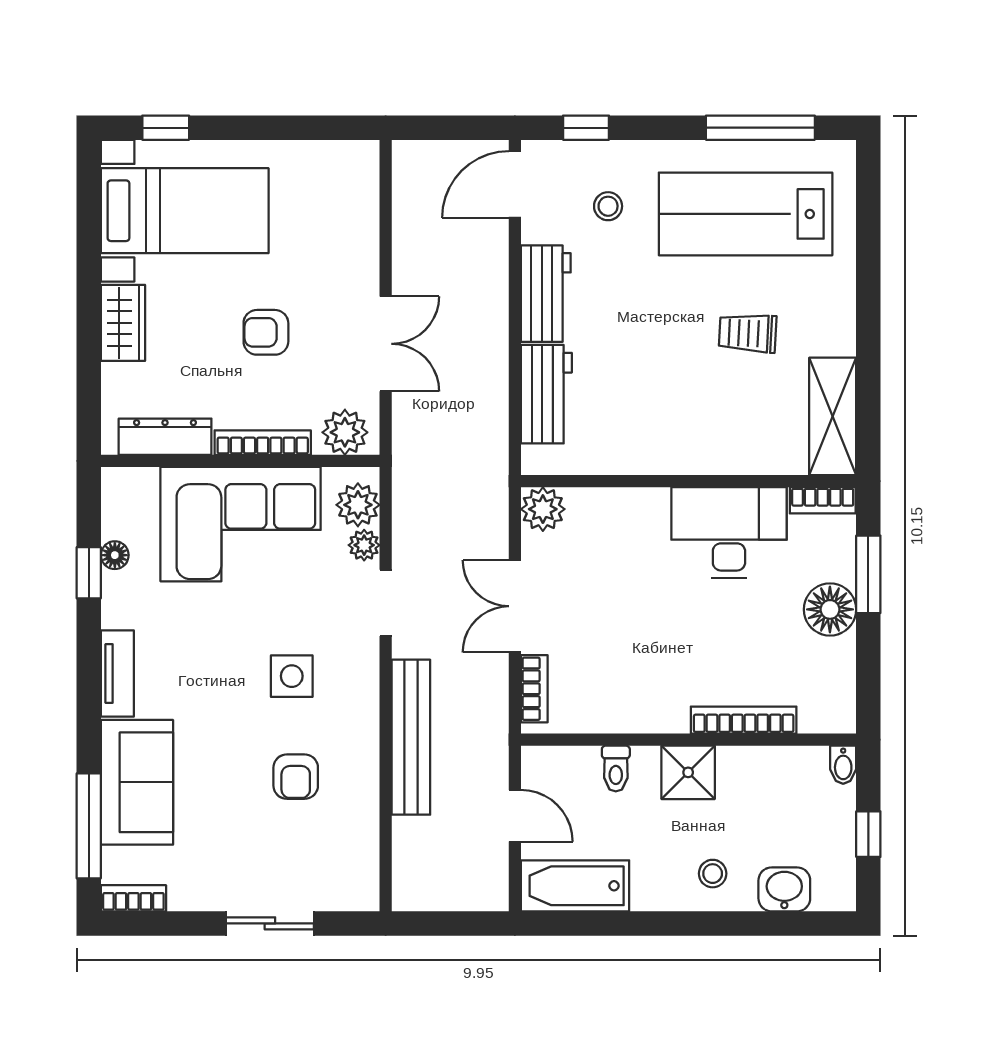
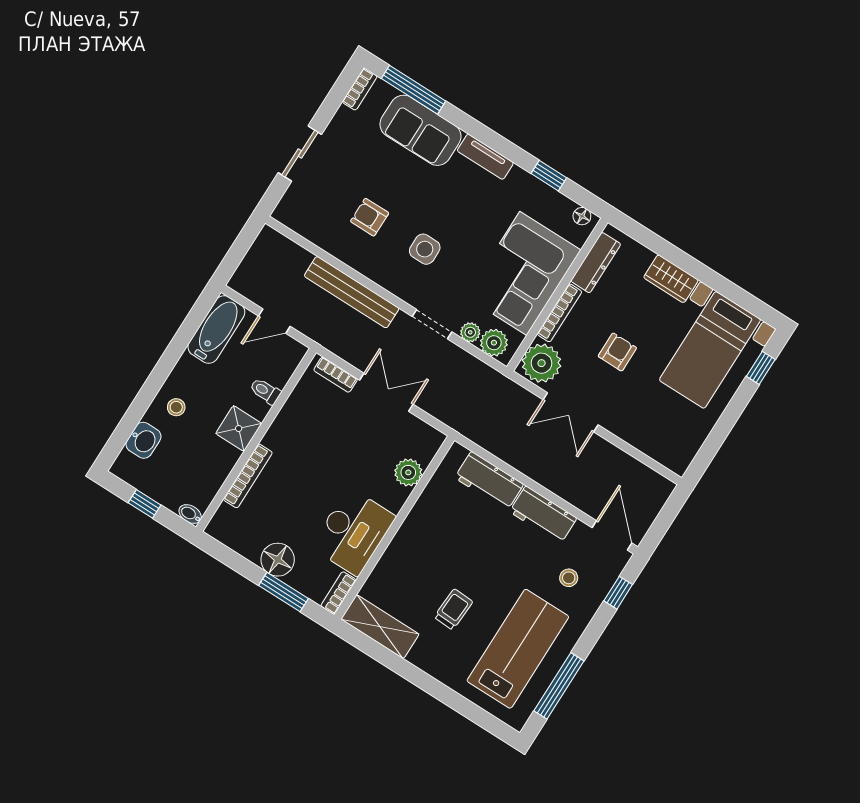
plant: (345, 432) -> (542, 363), width x1.36, depth x1.36
plant: (543, 509) -> (408, 472), moved
floor lamp: (115, 555) -> (582, 216), moved

